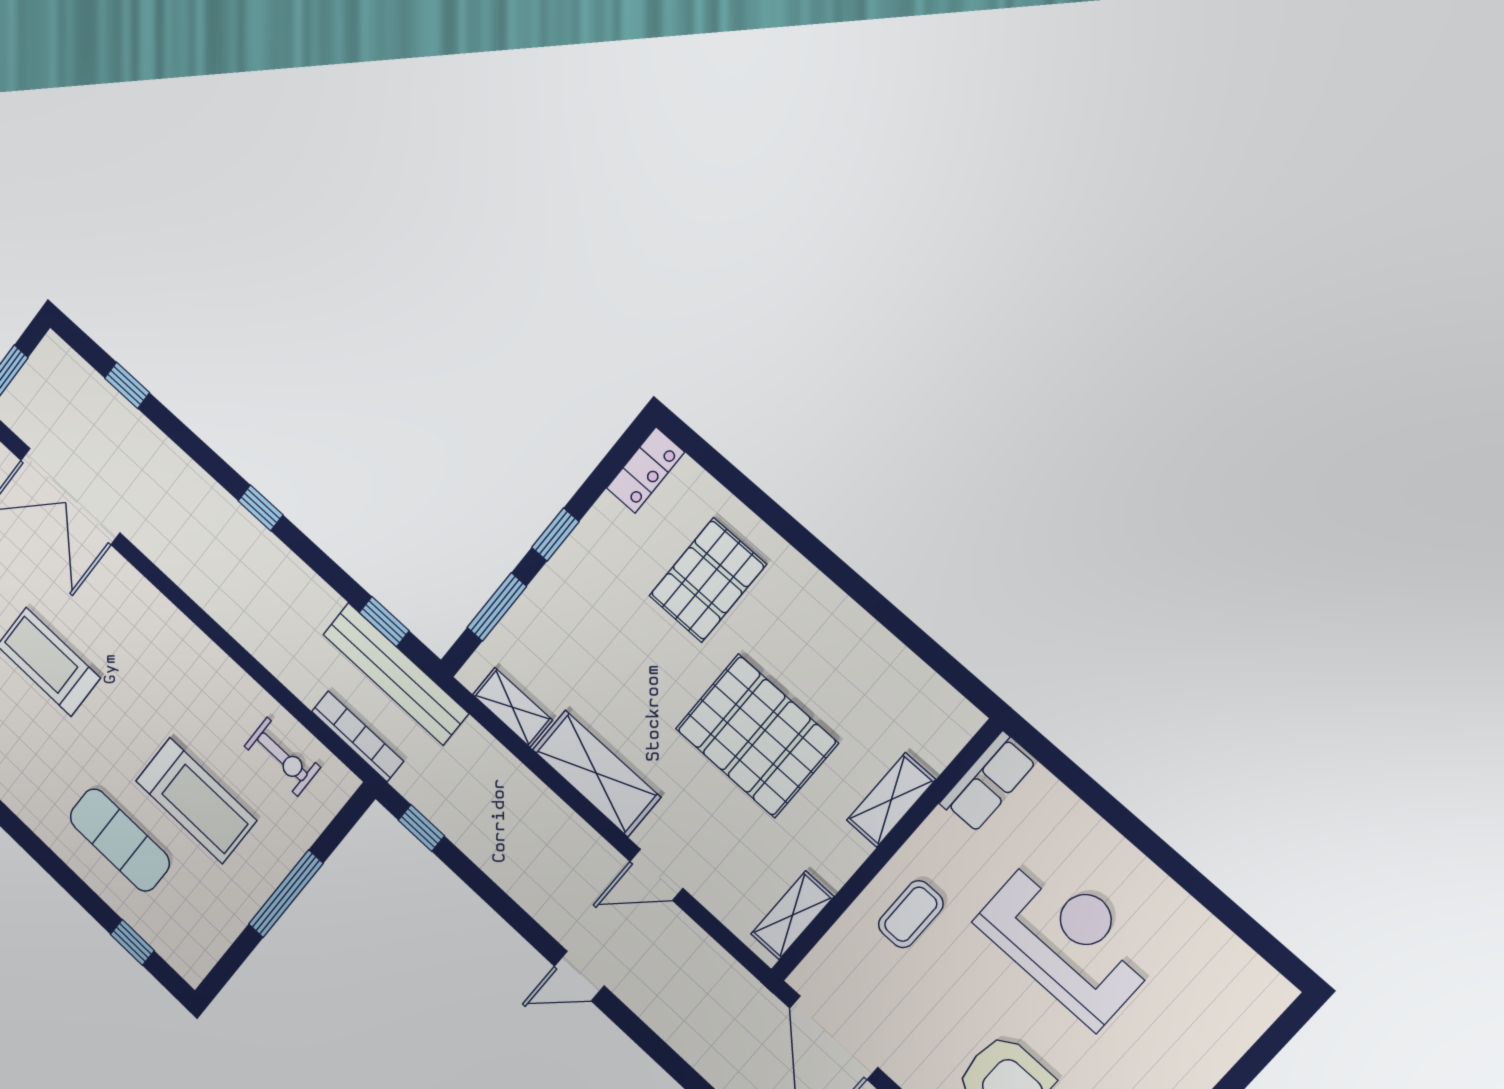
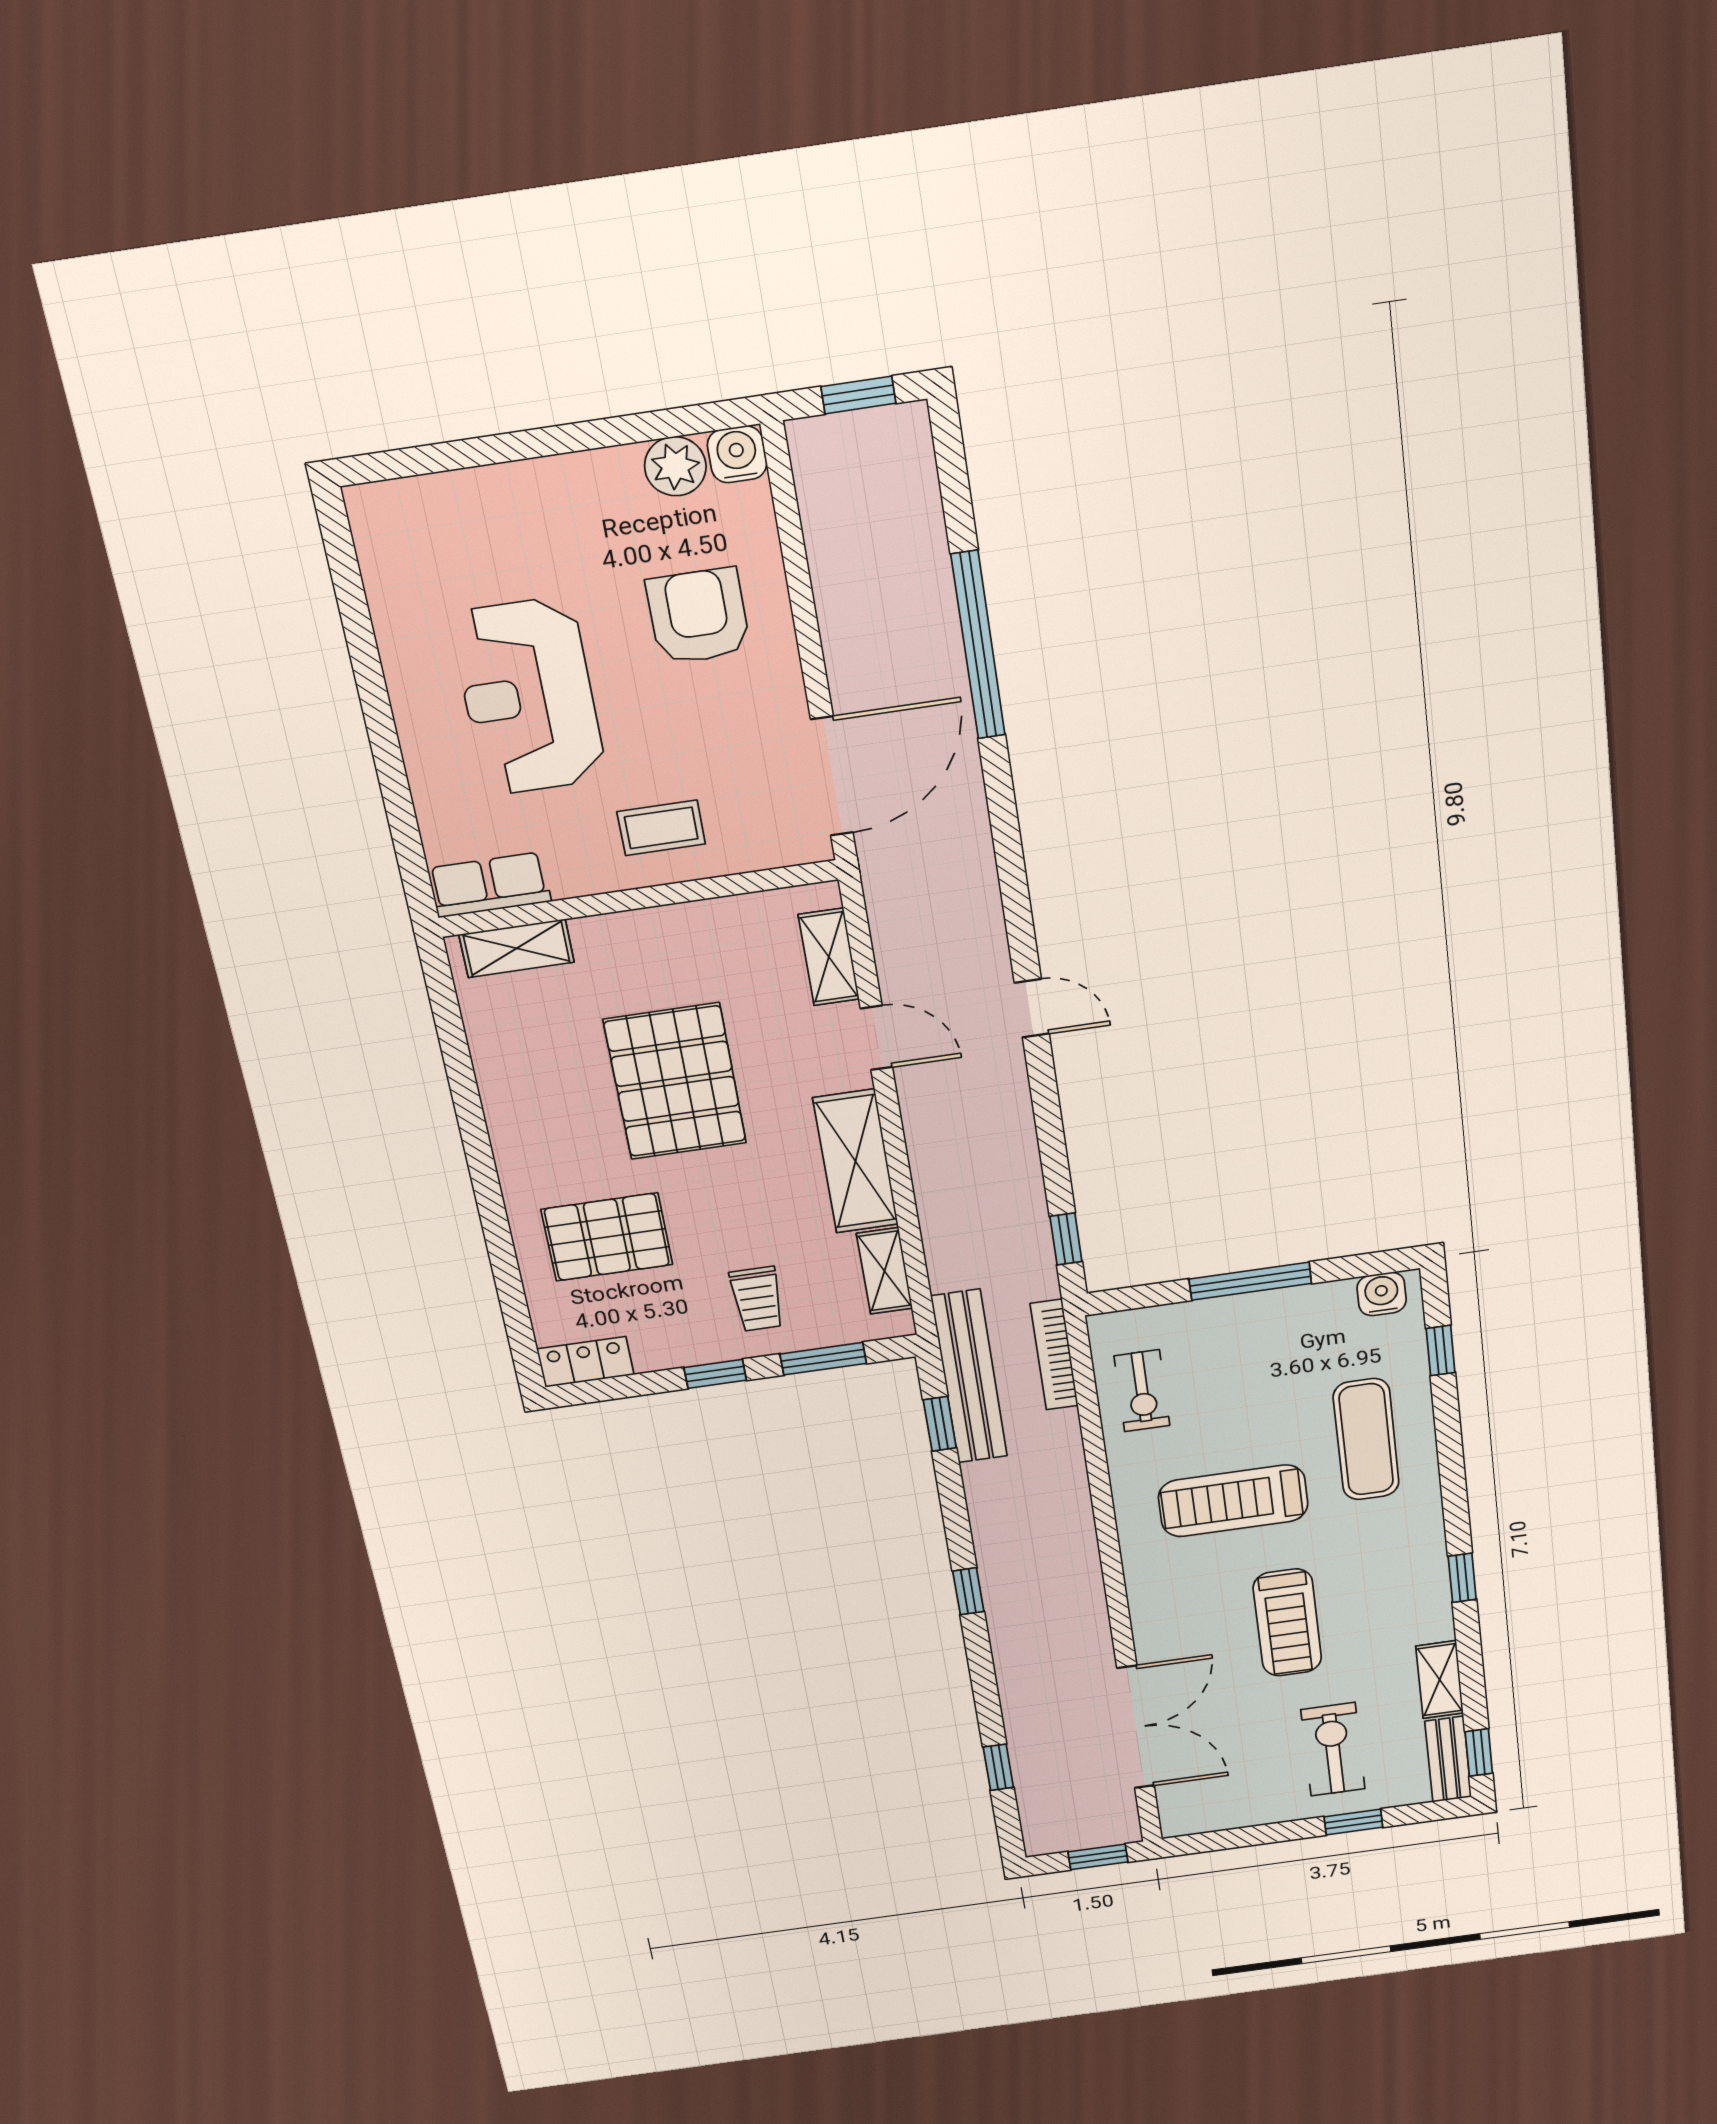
trolley: (575, 616) -> (757, 1299), added
exercise bike: (282, 757) -> (1142, 1391), turned 180
shelving: (891, 800) -> (516, 948), moved
treadmill: (196, 801) -> (1233, 1501), moved, turned -90
shelving: (792, 915) -> (829, 957), moved, turned 90
water cooler: (201, 952) -> (1382, 1294), added

